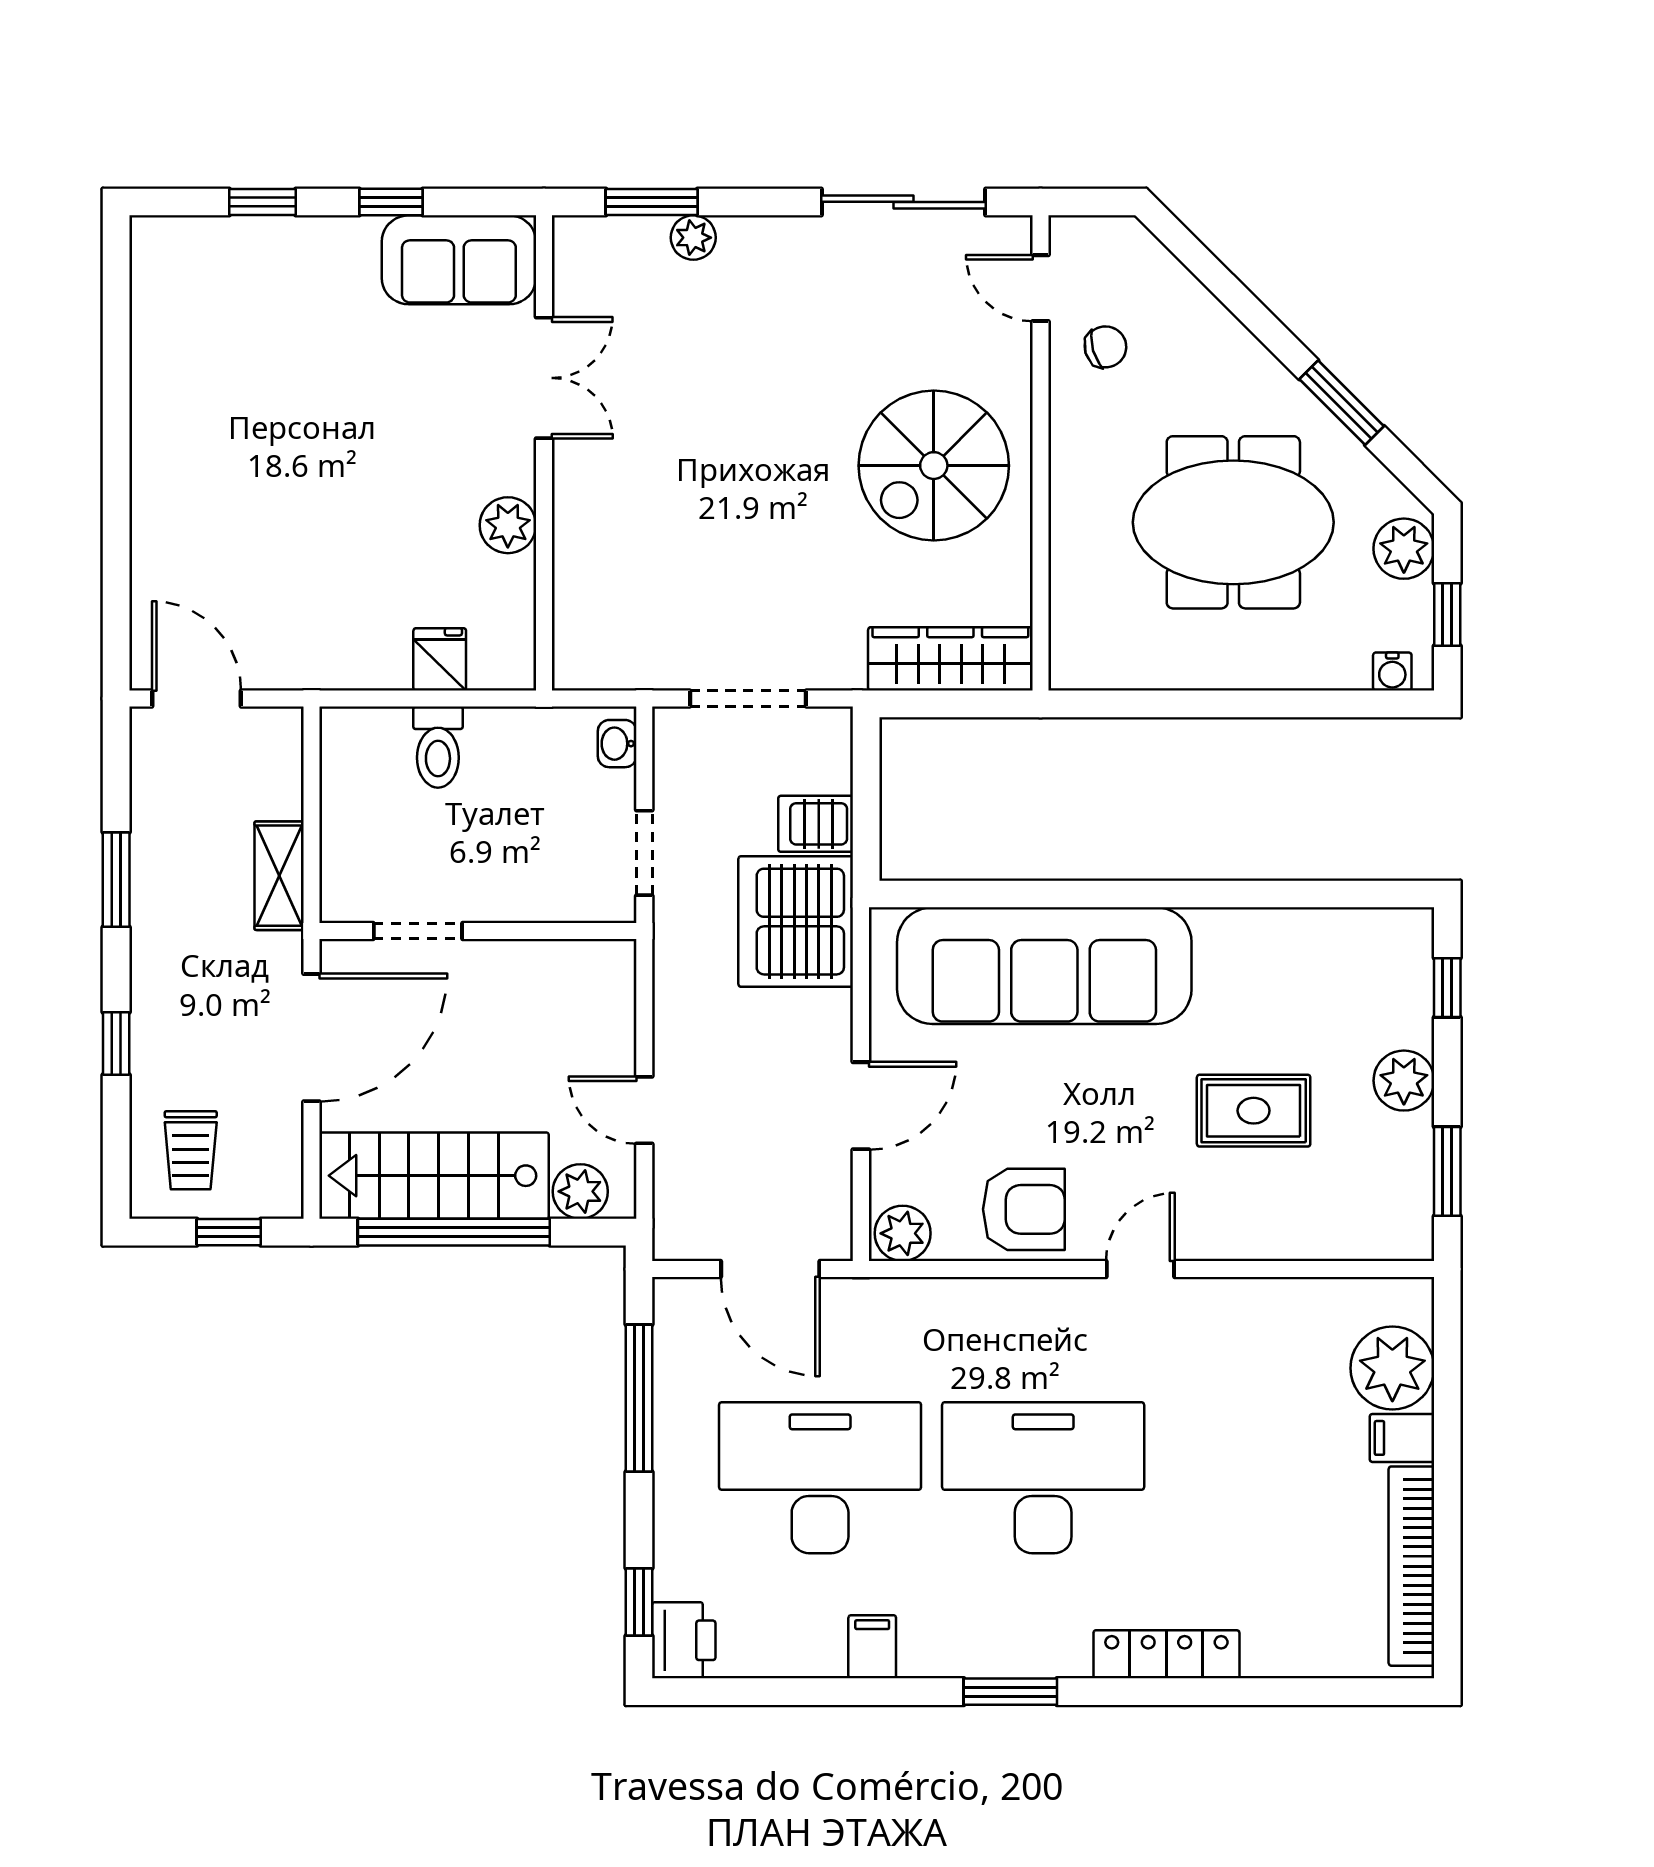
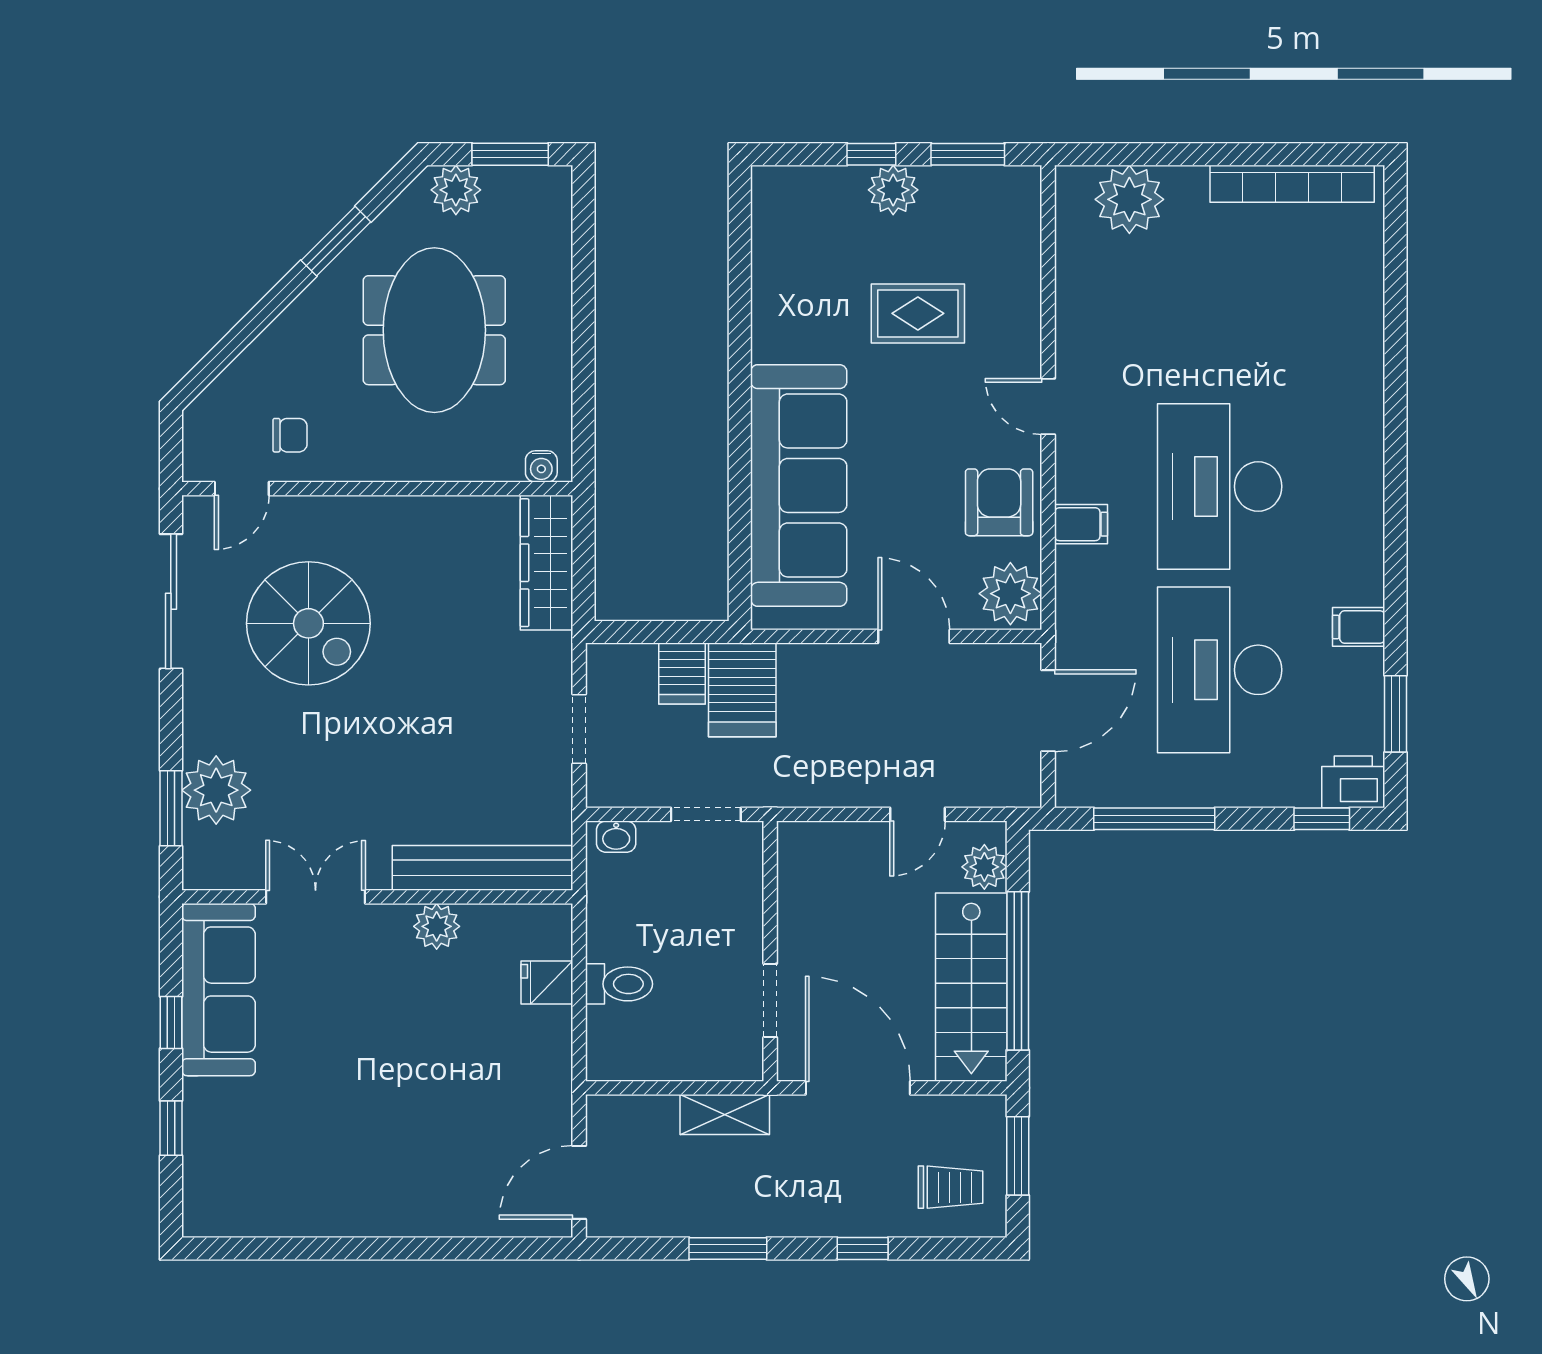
plant: (693, 238) -> (216, 790), width x1.88, depth x1.88
sofa: (459, 260) -> (218, 990), width x1.36
chair: (1105, 347) -> (290, 435), turned 106
spiral stairs: (934, 466) -> (308, 623), moved
bench: (579, 581) -> (482, 868), added
window: (1447, 614) -> (510, 154), width x1.50
water cooler: (1392, 672) -> (541, 466), moved, turned 90
doorway: (748, 699) -> (579, 729), width x0.73
server rack: (796, 922) -> (742, 690), width x0.62
window: (1447, 988) -> (871, 154), moved
rug: (1254, 1111) -> (918, 313), turned 90
window: (229, 1232) -> (1018, 1156), width x1.50
plant: (903, 1233) -> (1010, 594), width x1.36, depth x1.36
filing cabinet: (1402, 1438) -> (1081, 524), moved, turned -90
locker: (1166, 1654) -> (1365, 385), removed
window: (1010, 1692) -> (1395, 714), moved

